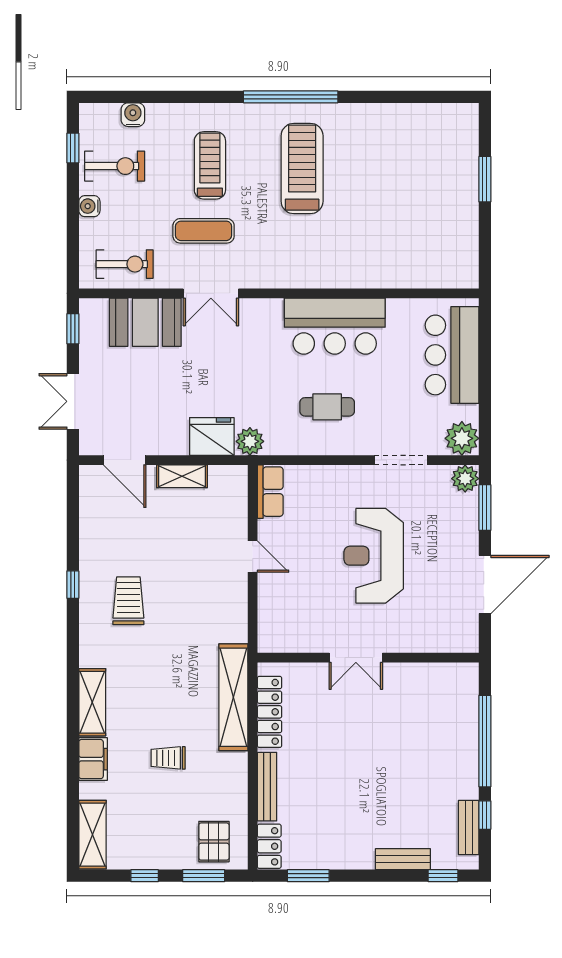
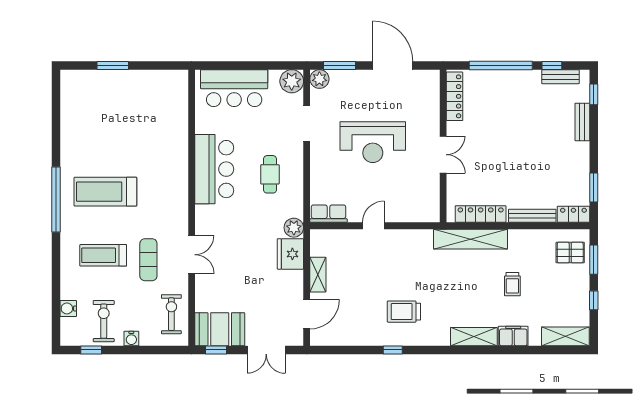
booth: (145, 322) -> (220, 329), moved, turned 90
locker: (440, 674) -> (455, 96), added

